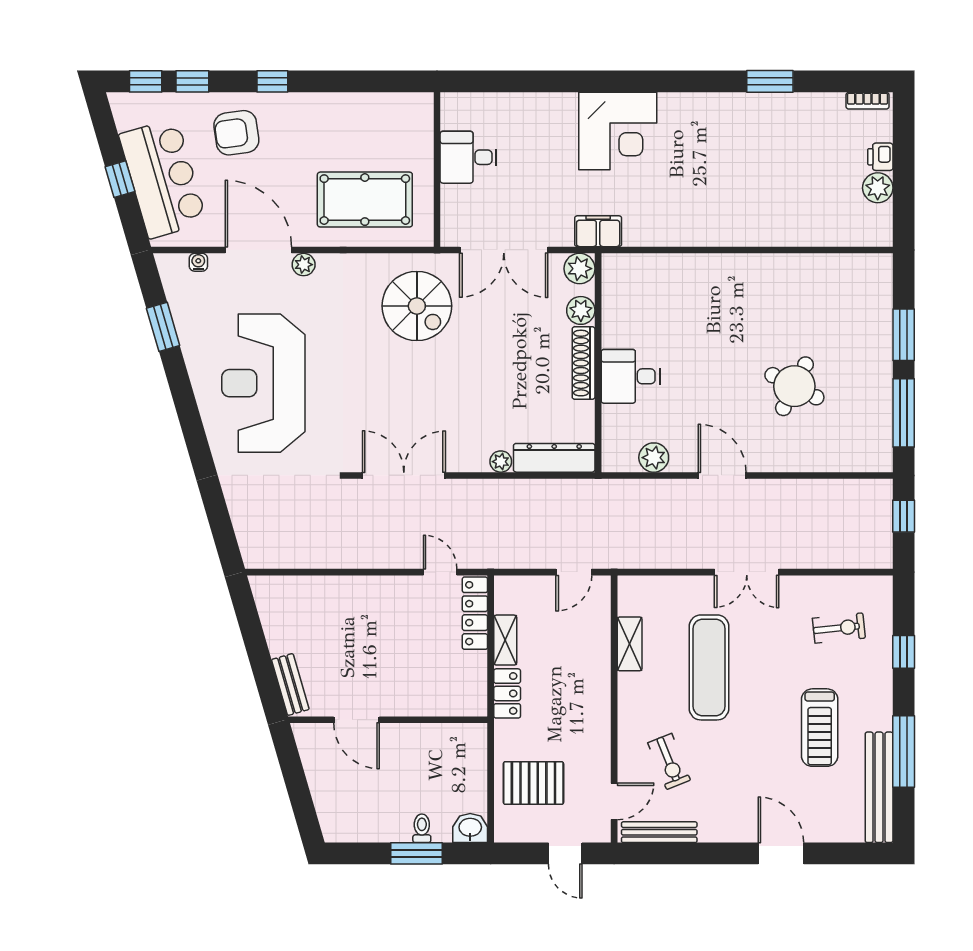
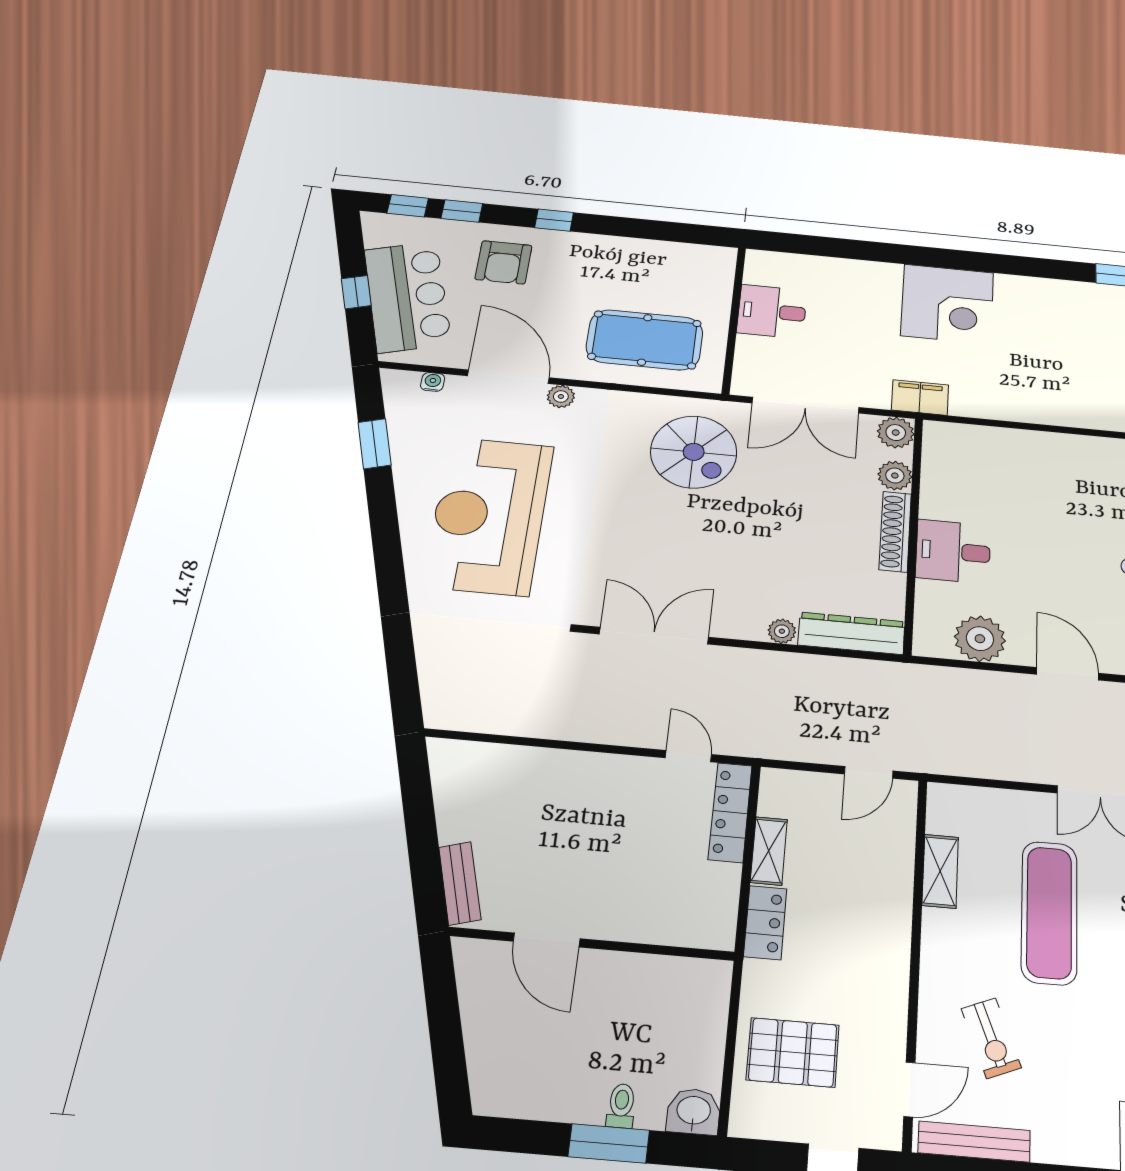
armchair: (236, 133) -> (503, 262), turned -82
plant: (654, 458) -> (980, 639), width x1.36, depth x1.36

